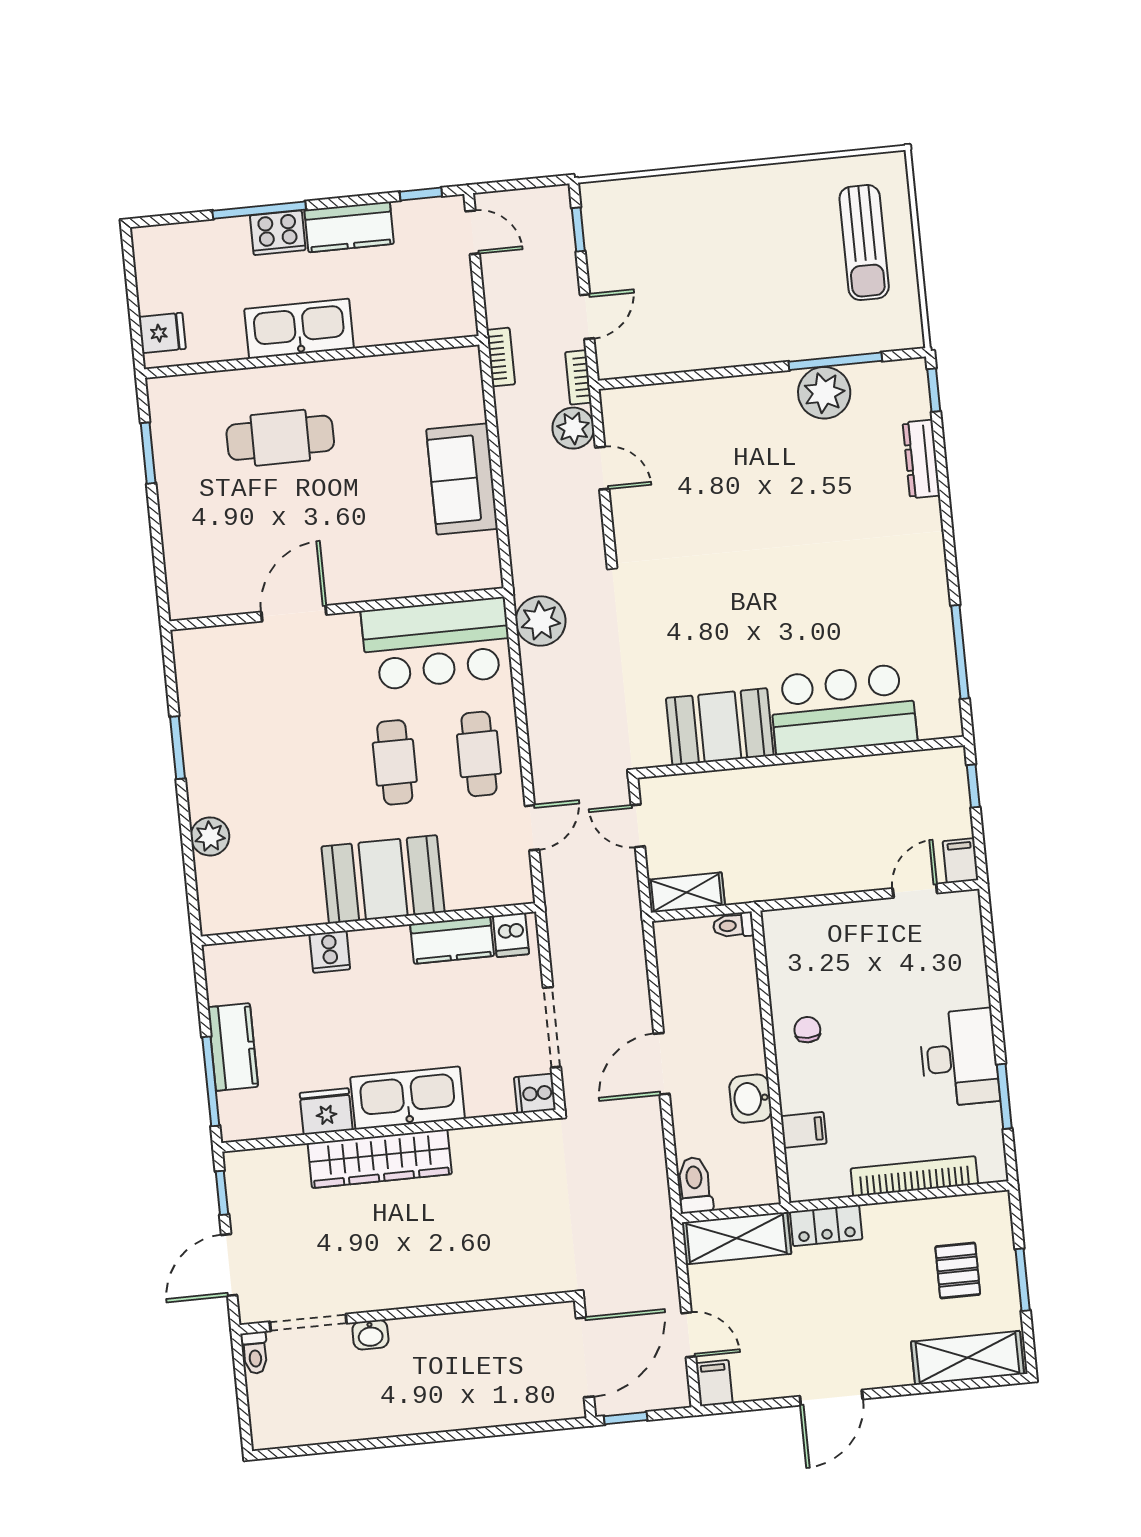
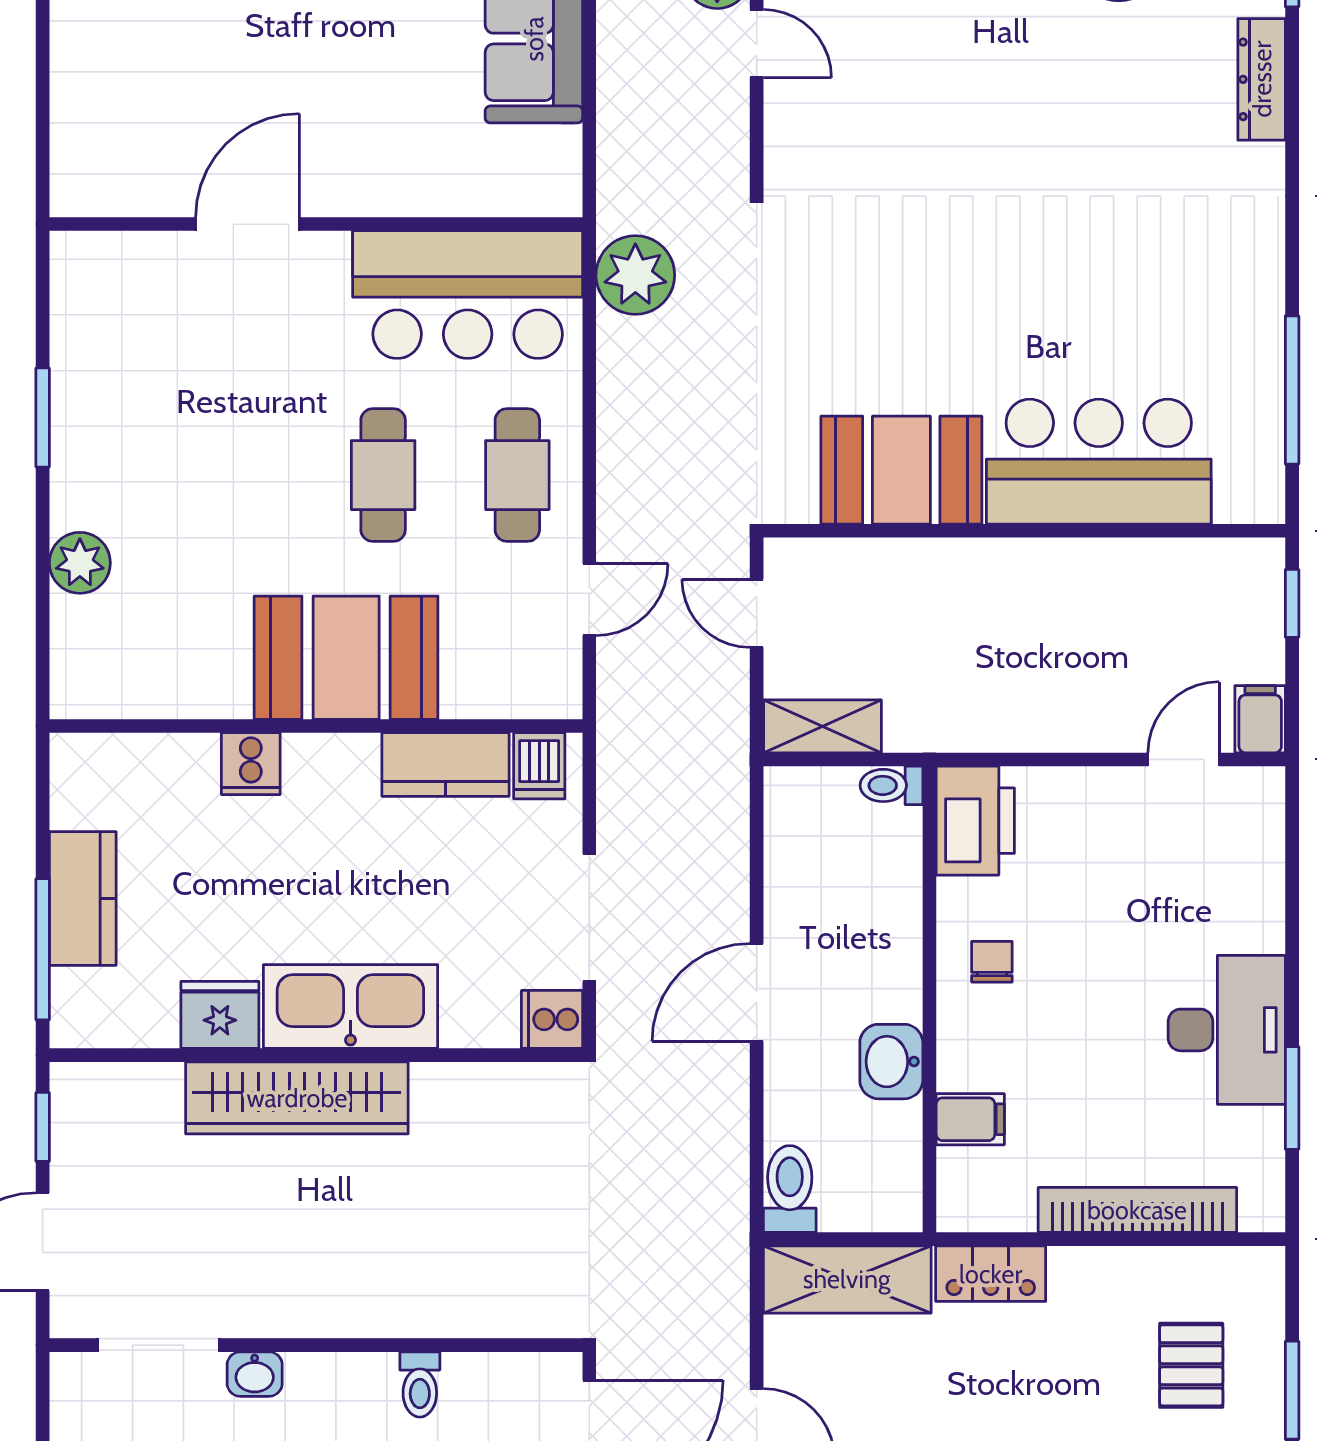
printer: (788, 942) -> (975, 821), added
toilet: (255, 1353) -> (420, 1384), moved

